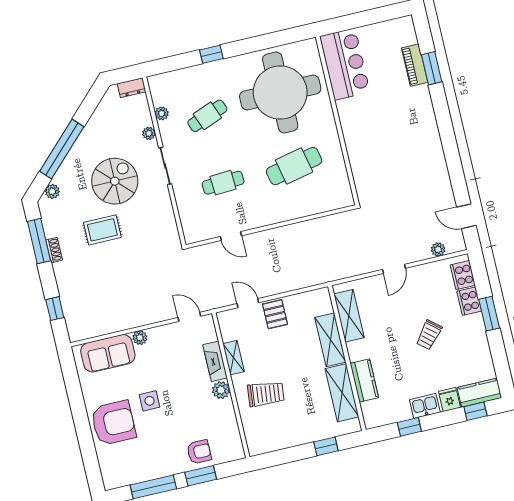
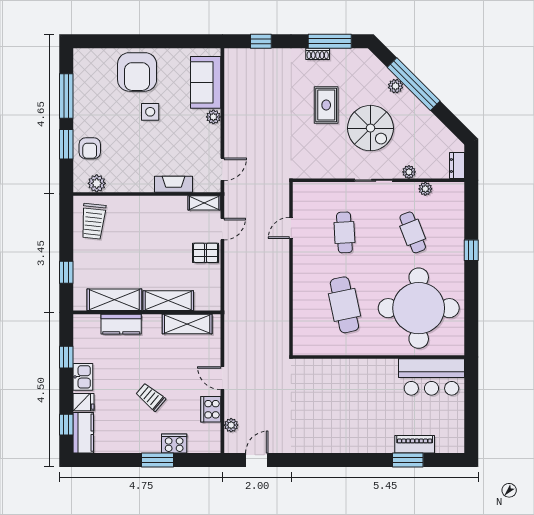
plant: (52, 191) -> (395, 86), moved
cooker: (463, 275) -> (211, 409), moved, turned -90
shelving: (234, 358) -> (204, 203), moved
plant: (221, 390) -> (97, 183), moved
trolley: (266, 394) -> (93, 221), moved

